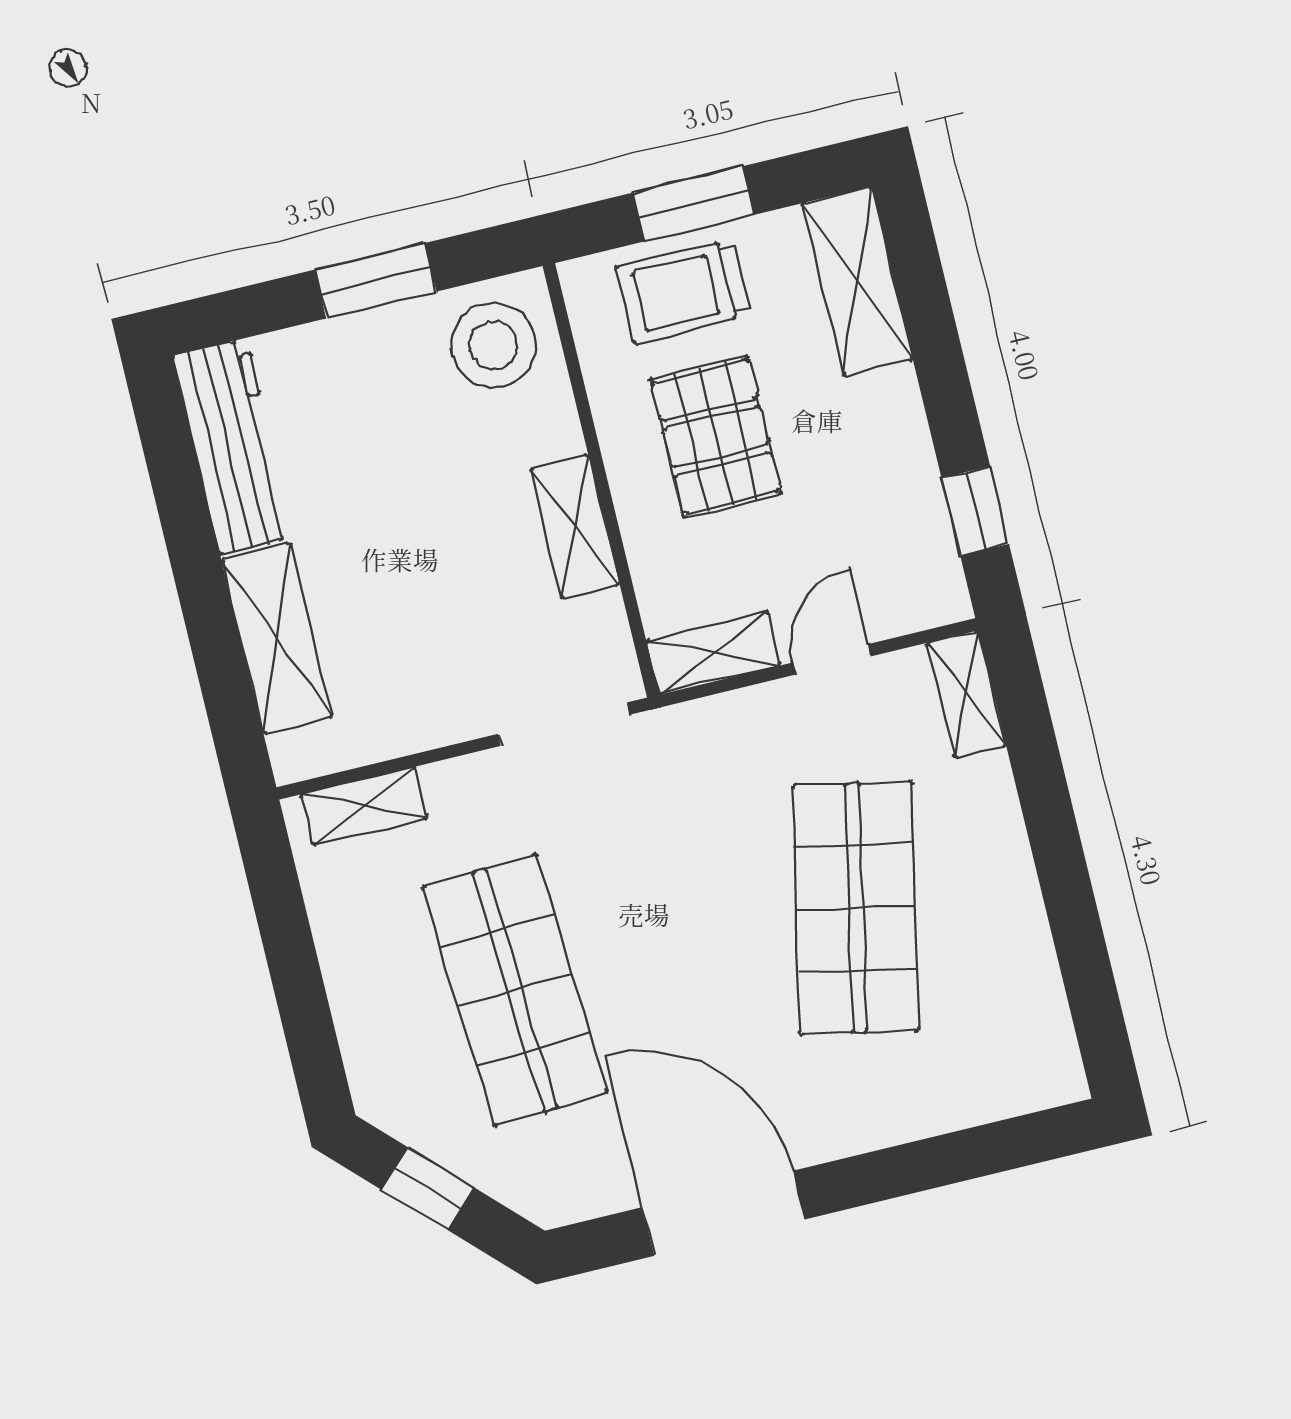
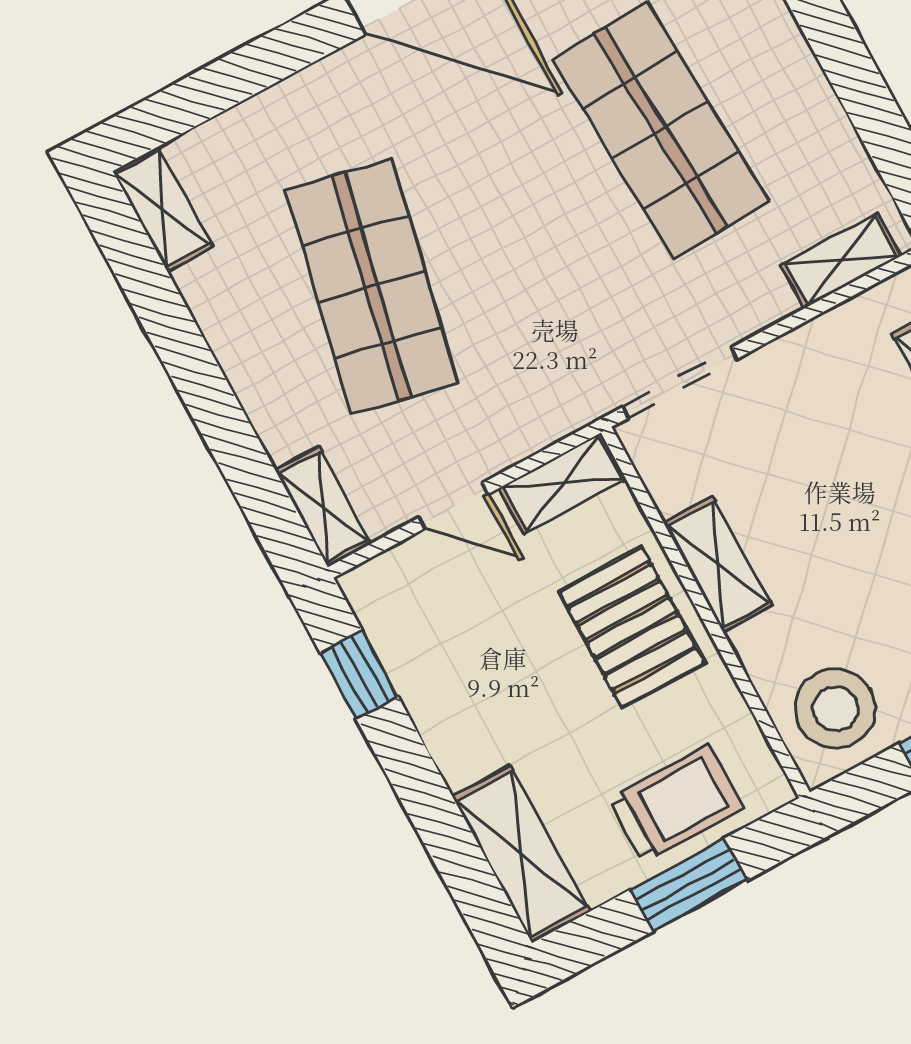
pallet: (716, 437) -> (632, 627), moved
door: (832, 659) -> (454, 506), hinge flipped
shelving: (1050, 1045) -> (163, 209), added

